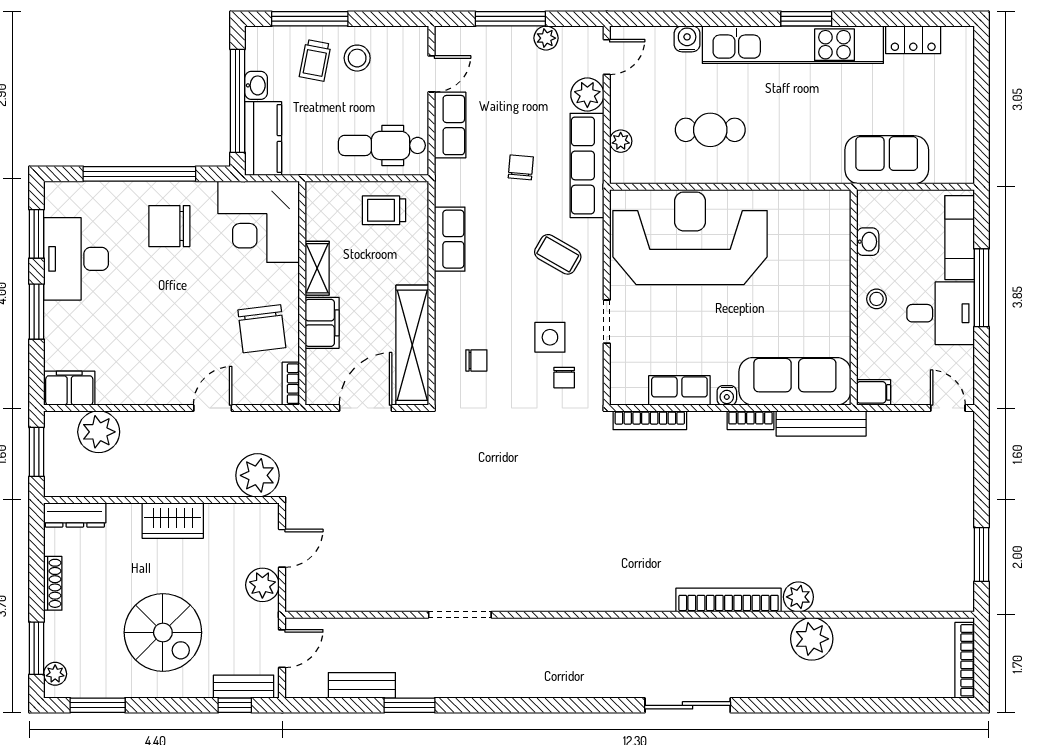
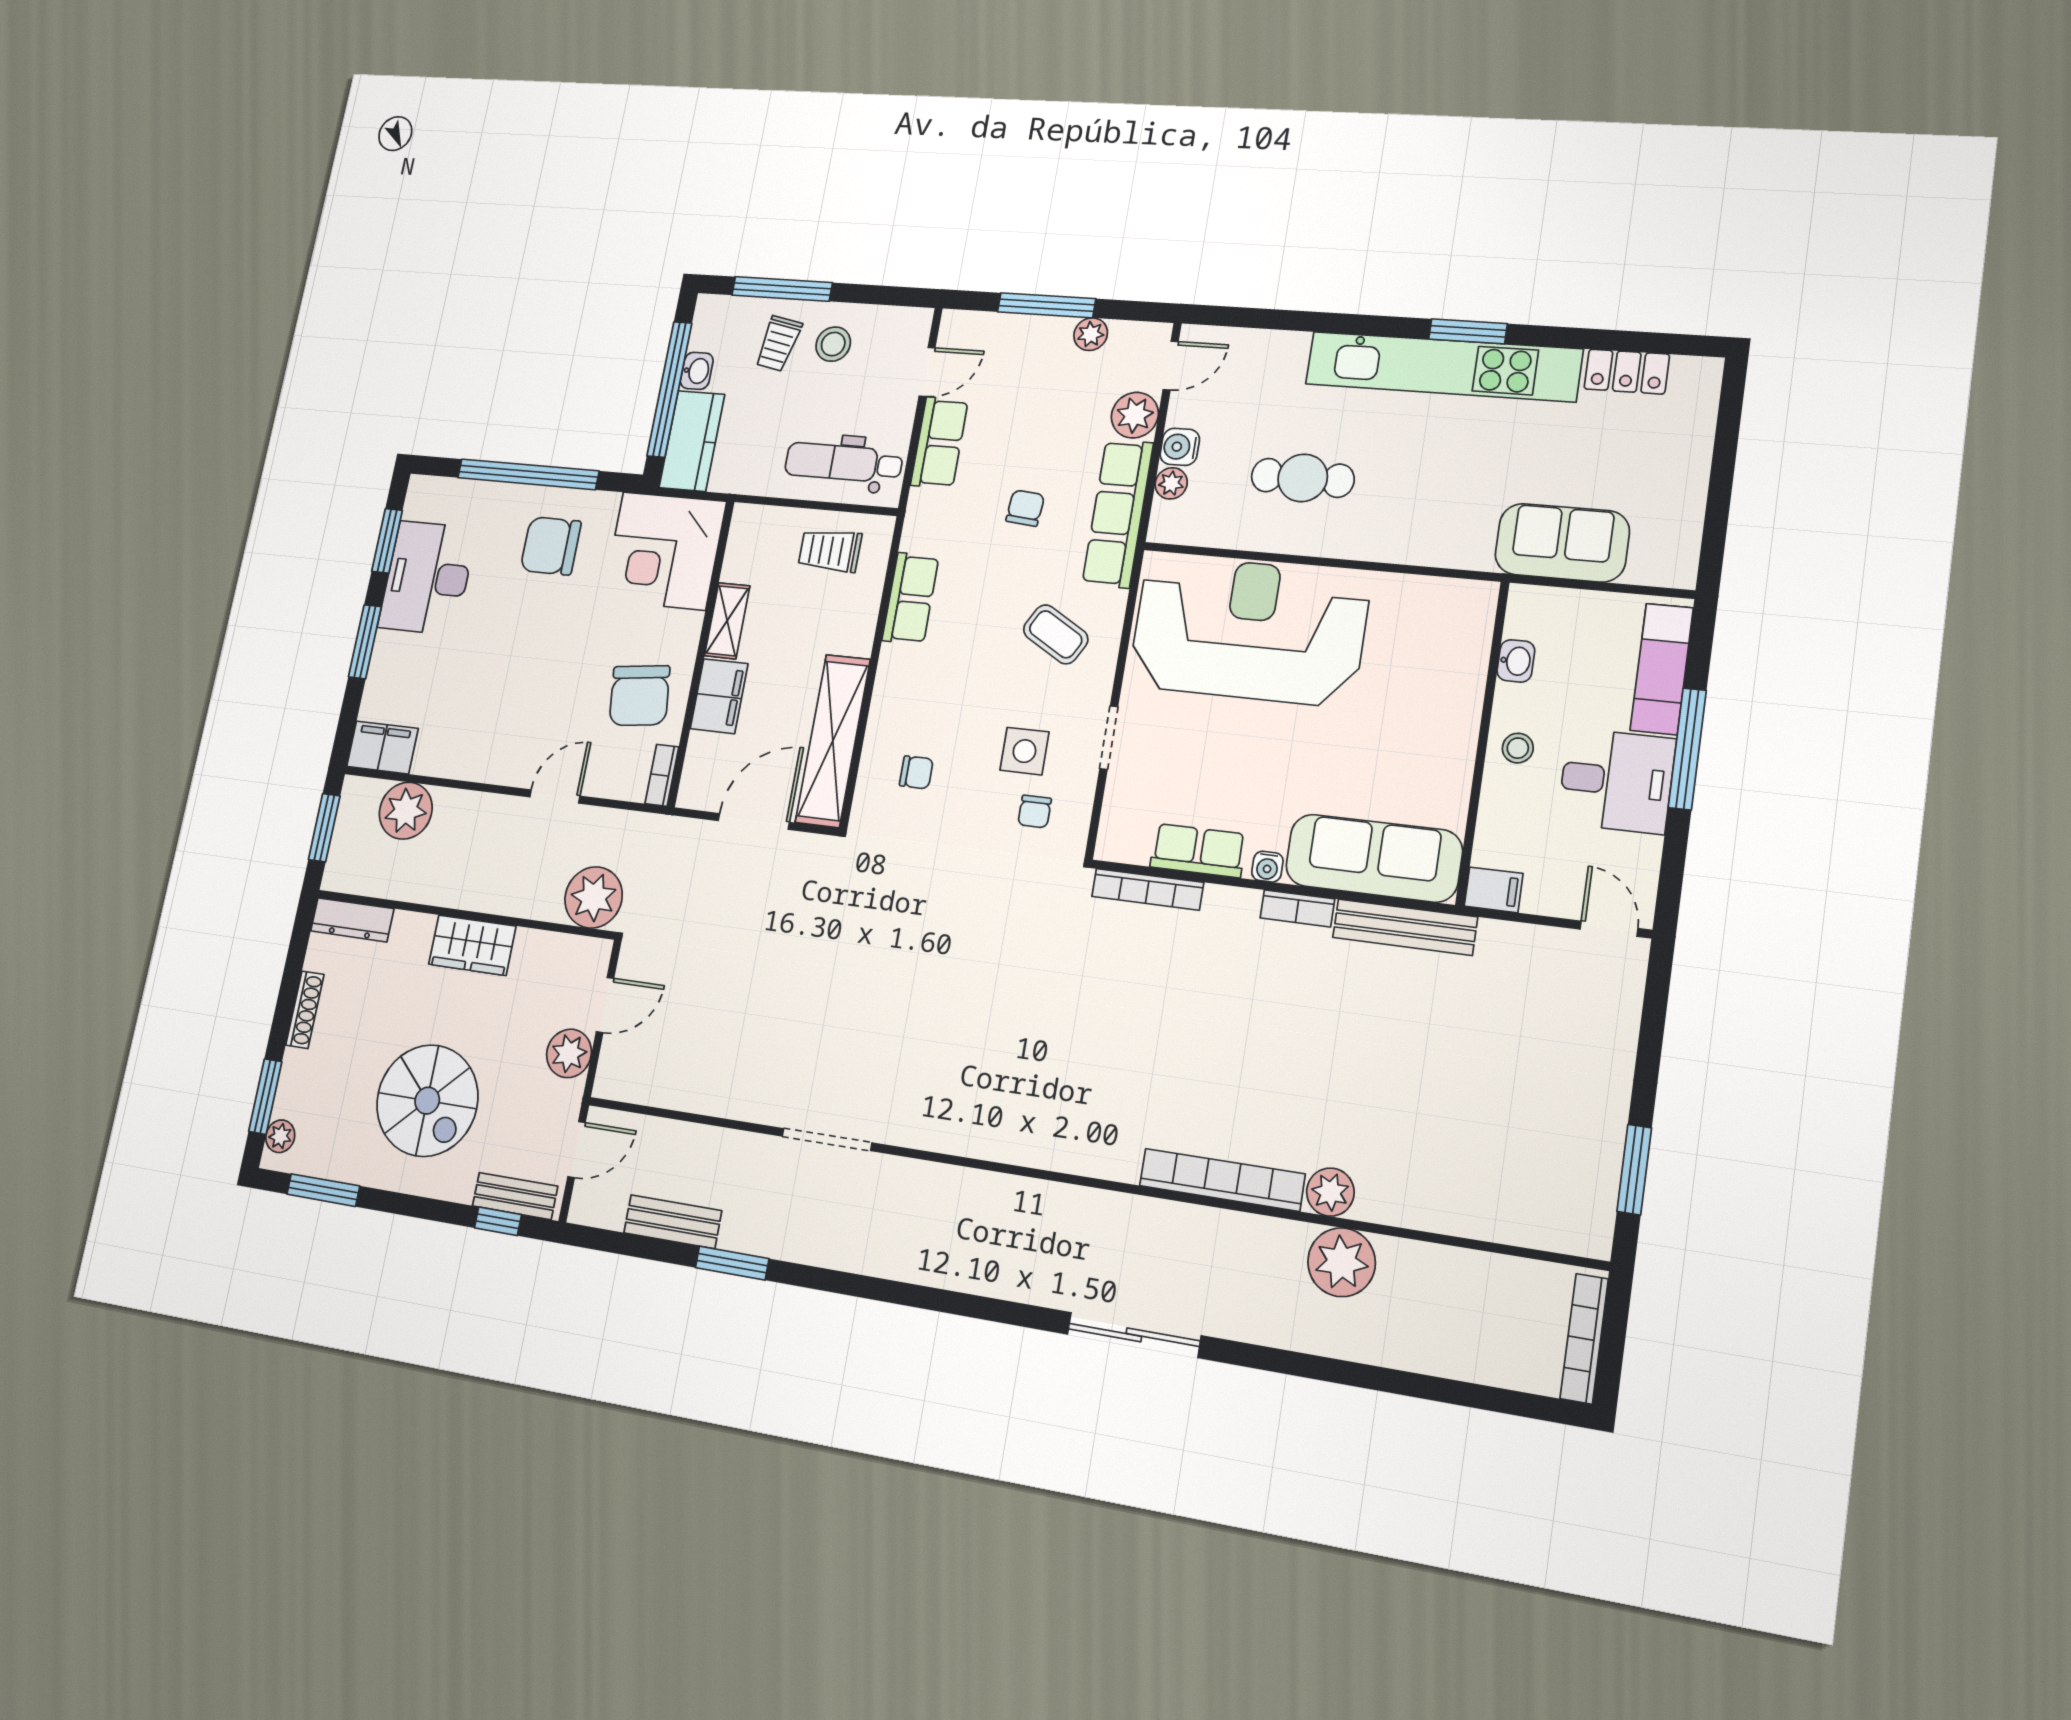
water cooler: (687, 39) -> (1180, 447), moved, turned -90

